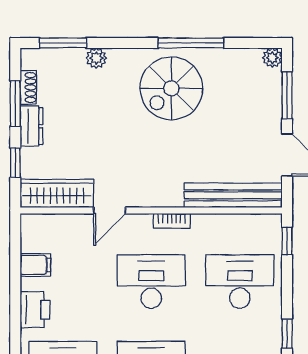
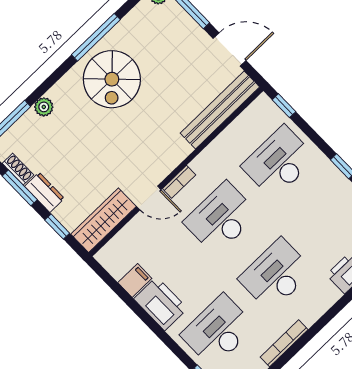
door: (110, 210) -> (149, 198), hinge flipped
bookcase: (172, 221) -> (179, 182), moved
printer: (35, 310) -> (161, 304), width x1.37, depth x1.19

